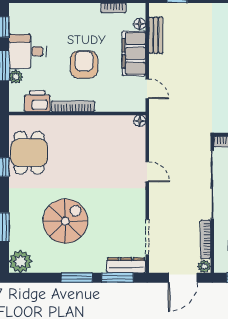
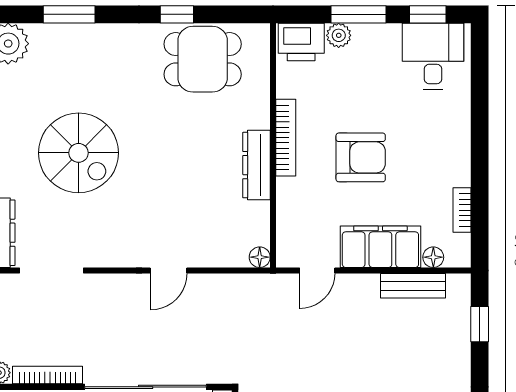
desk: (27, 51) -> (433, 56), moved
printer: (37, 101) -> (301, 42), moved, turned 90
dresser: (88, 123) -> (256, 165), added
spiral stairs: (65, 221) -> (79, 153), moved

